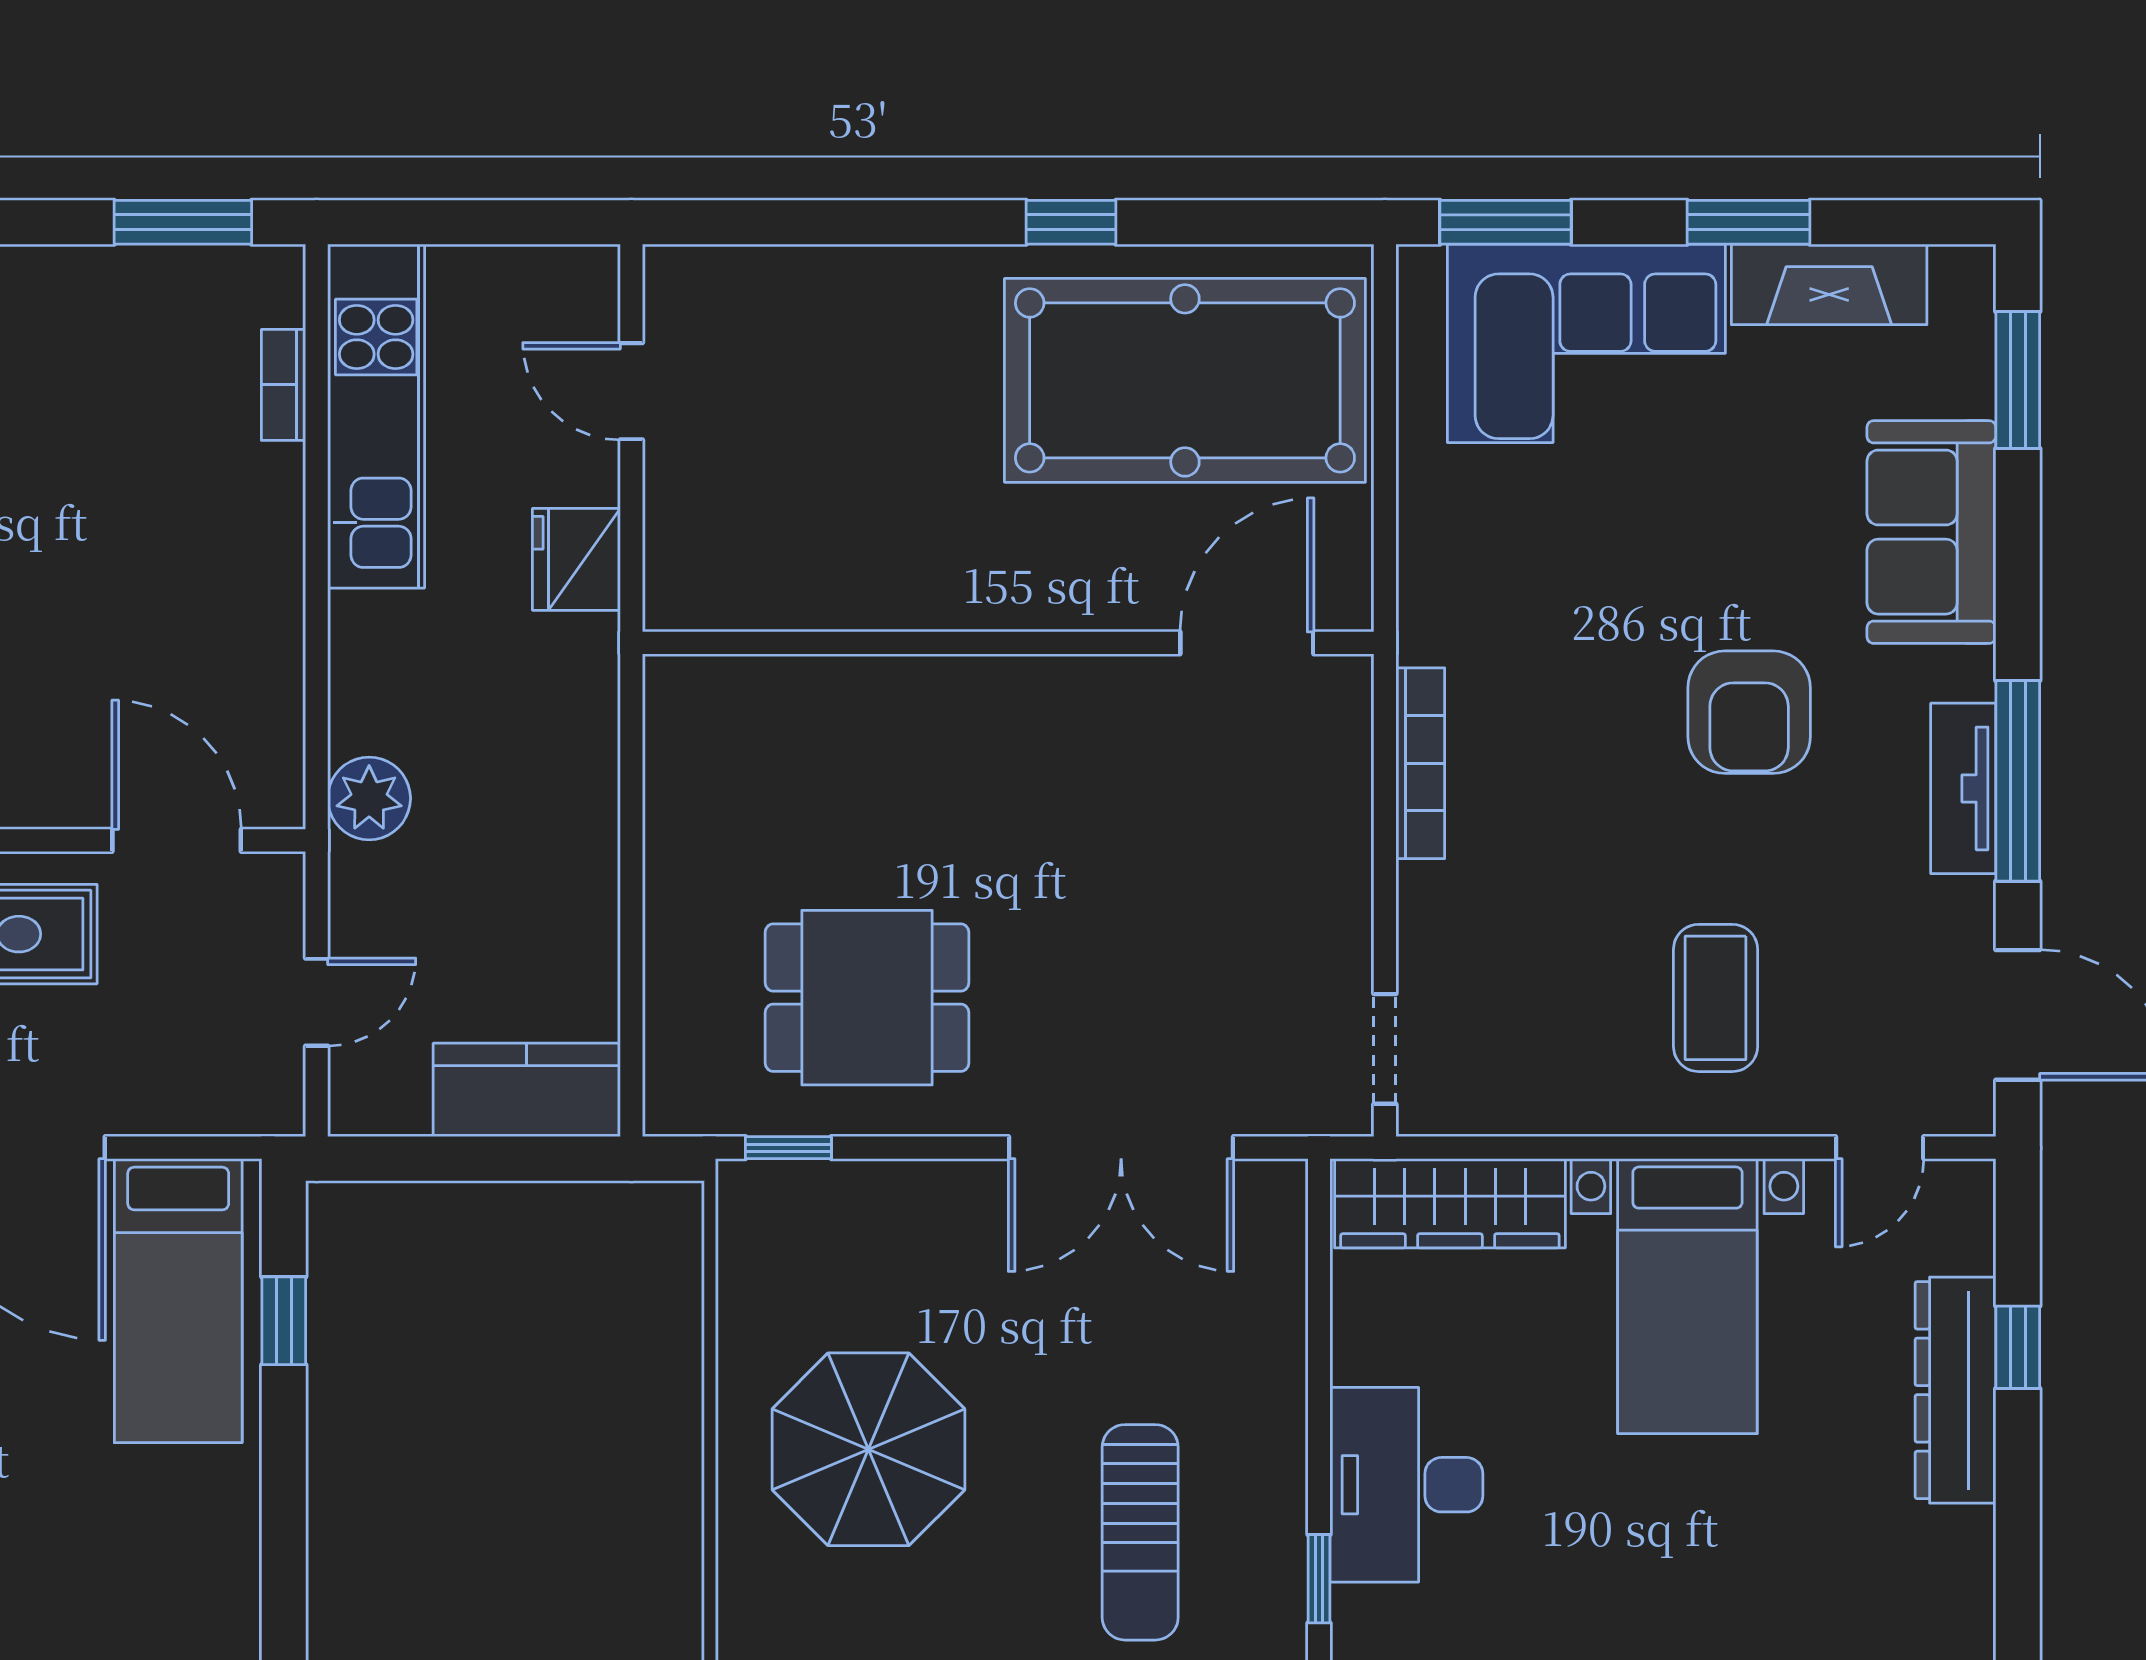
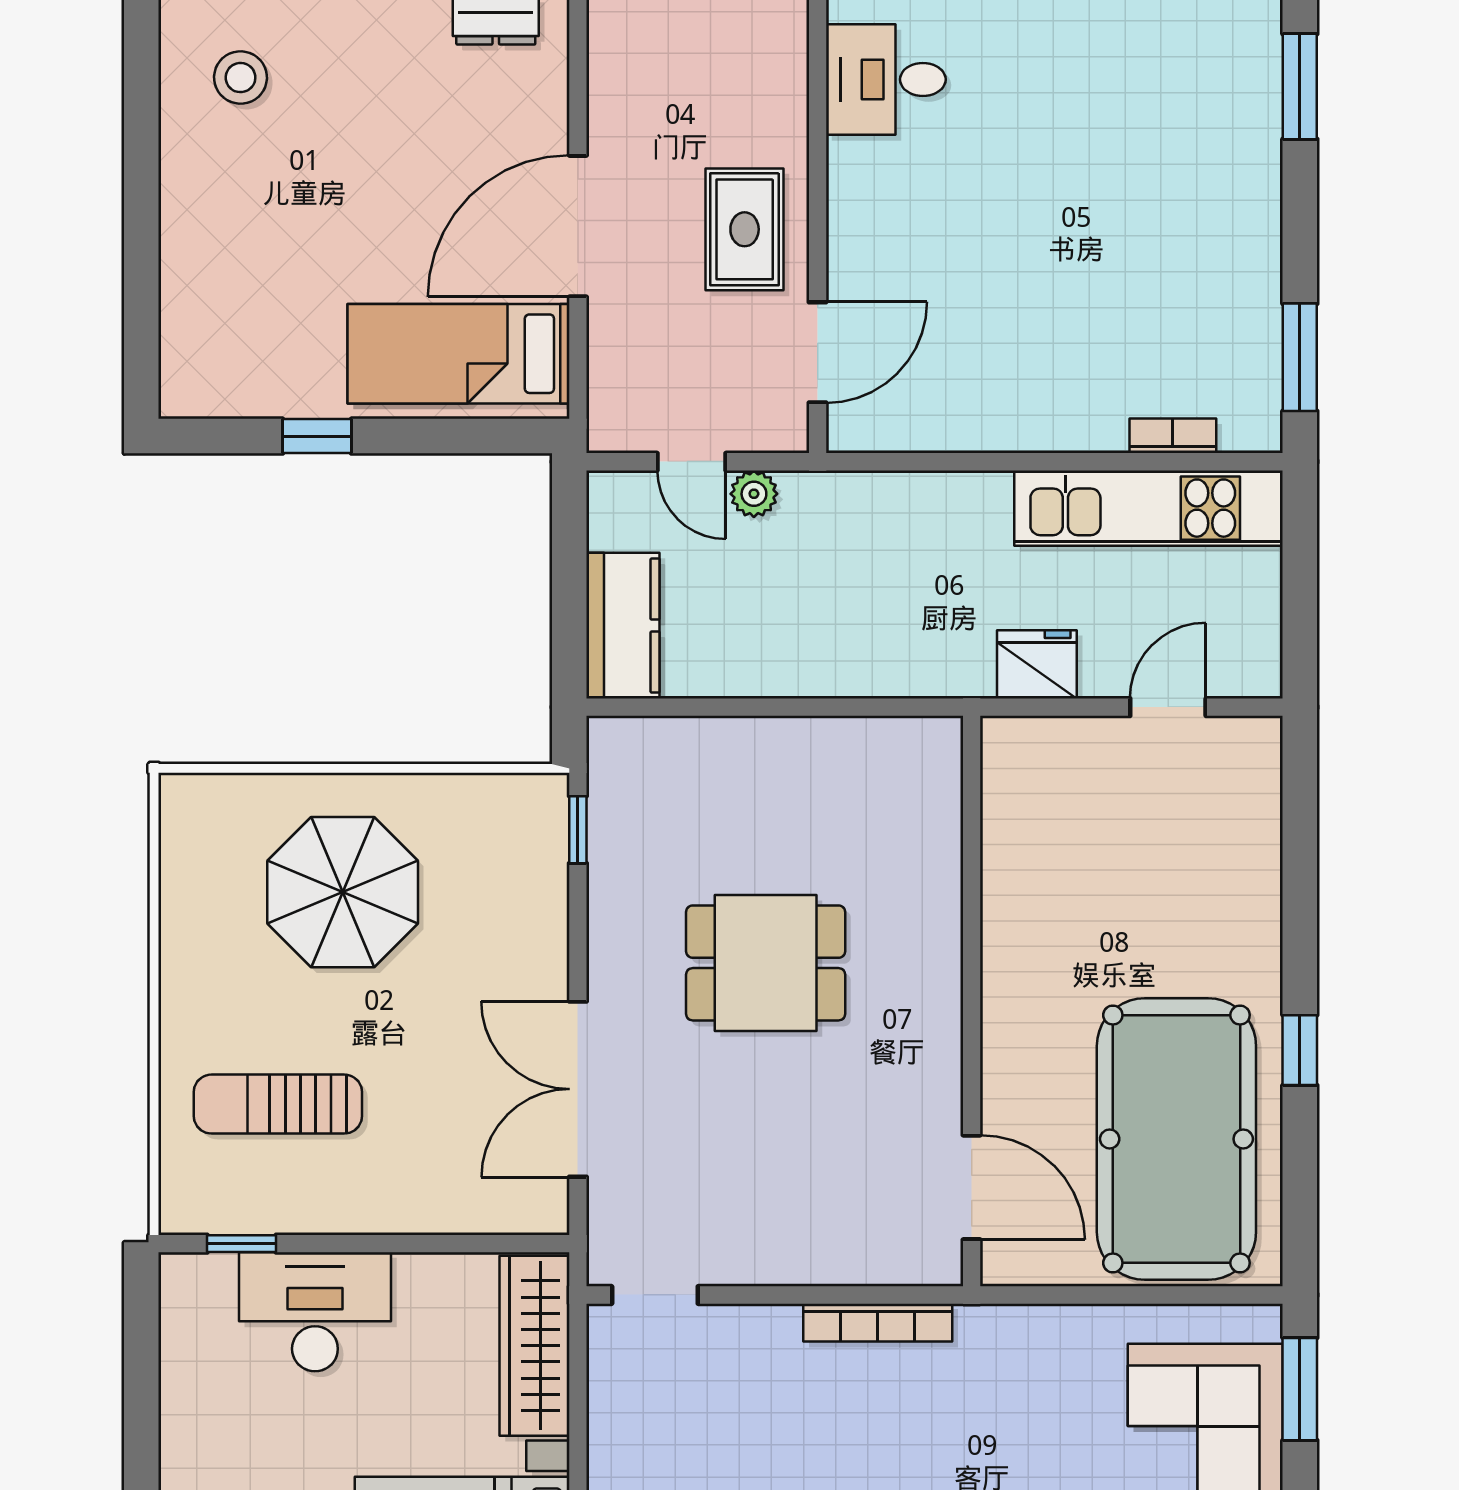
plant: (369, 798) -> (754, 494), moved, width x0.73, depth x0.73
dining table: (867, 998) -> (766, 963), moved, turned 90
window: (284, 1321) -> (317, 436), moved

